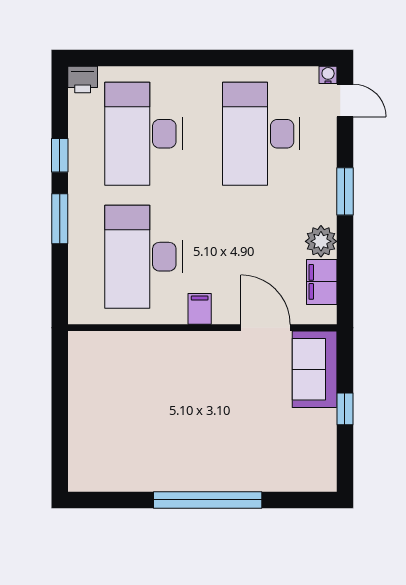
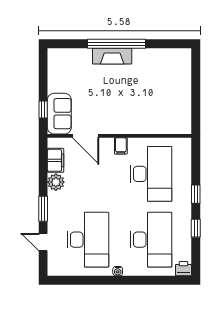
water cooler: (328, 75) -> (118, 271), moved
door: (345, 101) -> (43, 242), moved
window: (60, 219) -> (196, 194), width x0.67
window: (345, 409) -> (43, 110), moved
fireplace: (216, 477) -> (112, 56), added

